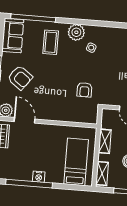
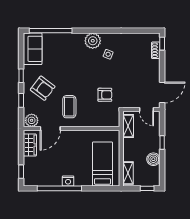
coffee table: (51, 42) -> (69, 107), moved
armchair: (84, 90) -> (105, 95), turned -90
door: (25, 120) -> (50, 128), swing flipped
shelving: (105, 141) -> (128, 126), moved

